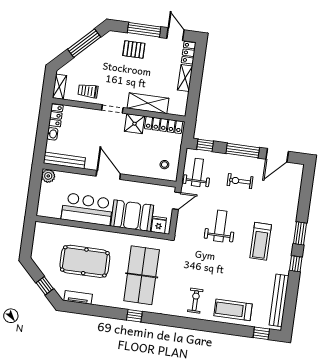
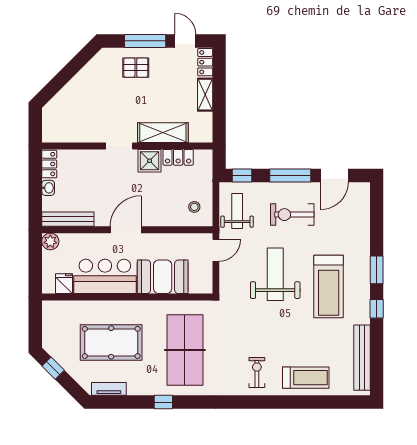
window: (84, 43) -> (72, 68), removed
shelving: (59, 87) -> (49, 127), removed
trolley: (88, 91) -> (85, 128), removed
locker: (164, 125) -> (178, 157), width x0.66
door: (108, 175) -> (126, 230), hinge flipped
exercise bike: (240, 181) -> (292, 215), width x1.38, depth x1.39
fridge: (159, 225) -> (64, 284), moved
weight bench: (220, 226) -> (275, 274), width x1.36, depth x1.33
treadmill: (261, 241) -> (329, 287), width x1.37, depth x1.38
window: (45, 286) -> (53, 368), moved
treadmill: (233, 310) -> (306, 378), turned 180
window: (134, 316) -> (163, 402), moved
window: (261, 333) -> (345, 402), removed

